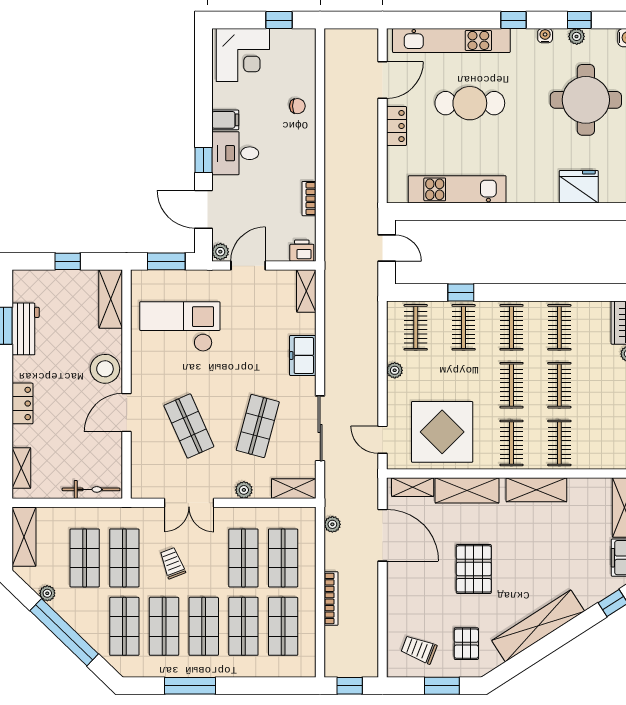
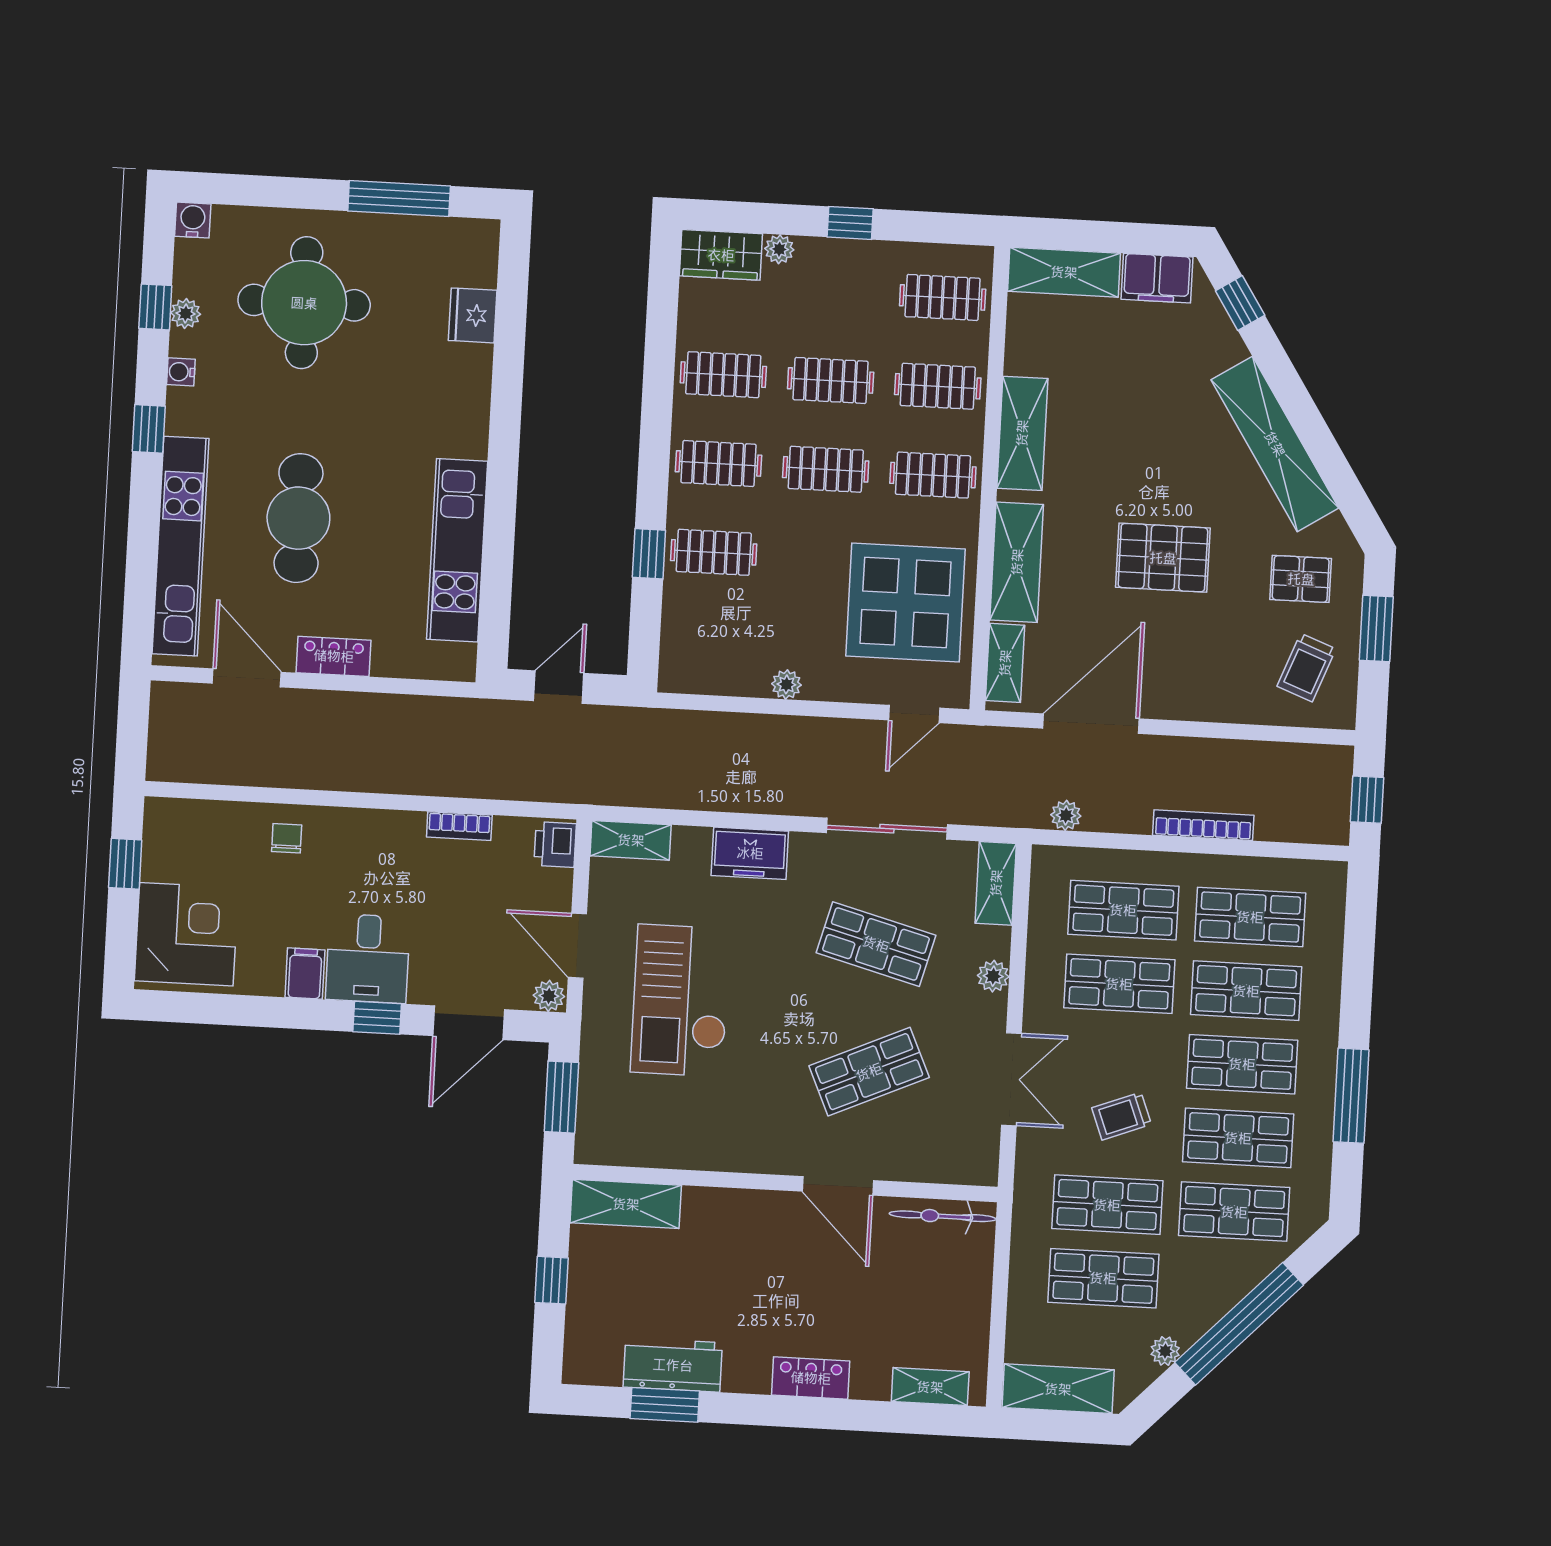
fridge: (579, 187) -> (473, 315), width x0.73, depth x0.75
checkout: (180, 327) -> (680, 1000), moved
clothes rail: (416, 327) -> (943, 297), moved
stool: (105, 369) -> (755, 1222), removed
bicycle: (91, 489) -> (943, 1216), moved, turned -90

